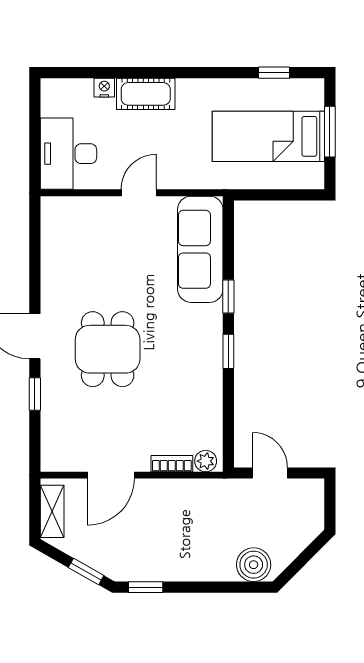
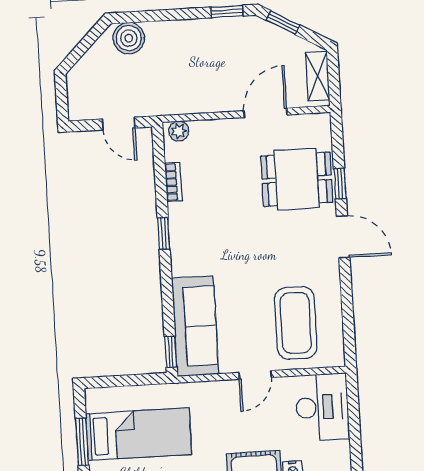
coffee table: (92, 246) -> (296, 323), added
window: (228, 297) -> (171, 352), moved
dining table: (108, 349) -> (297, 179), moved, turned 90
bookcase: (172, 464) -> (173, 182), moved, turned -90

